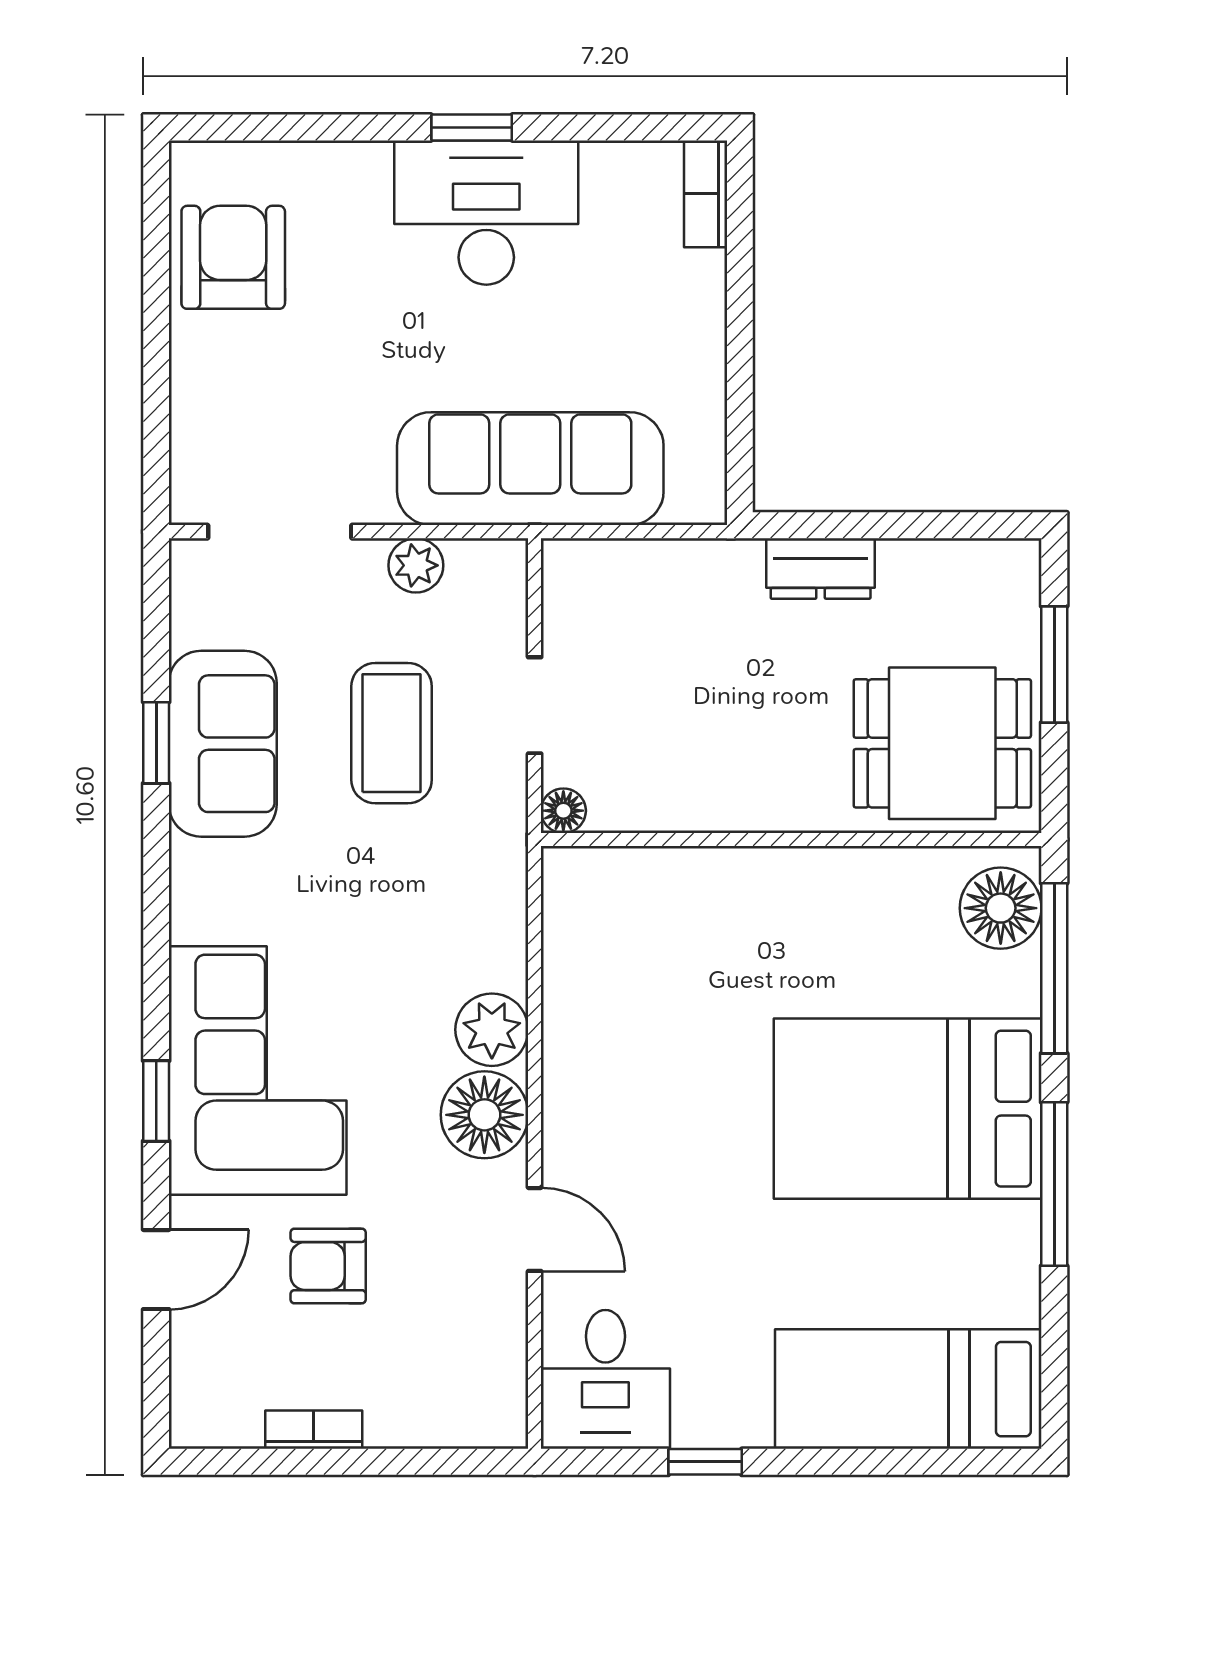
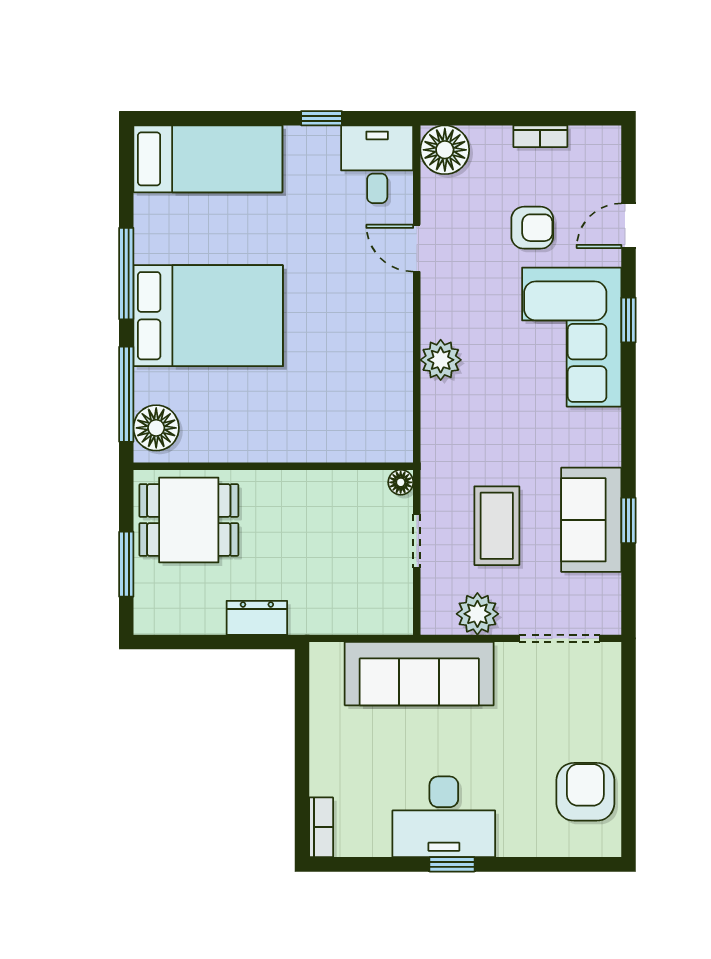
armchair: (233, 257) -> (585, 792), turned 180
plant: (416, 565) -> (477, 614), width x1.38, depth x1.38
floor lamp: (484, 1115) -> (445, 150), moved

